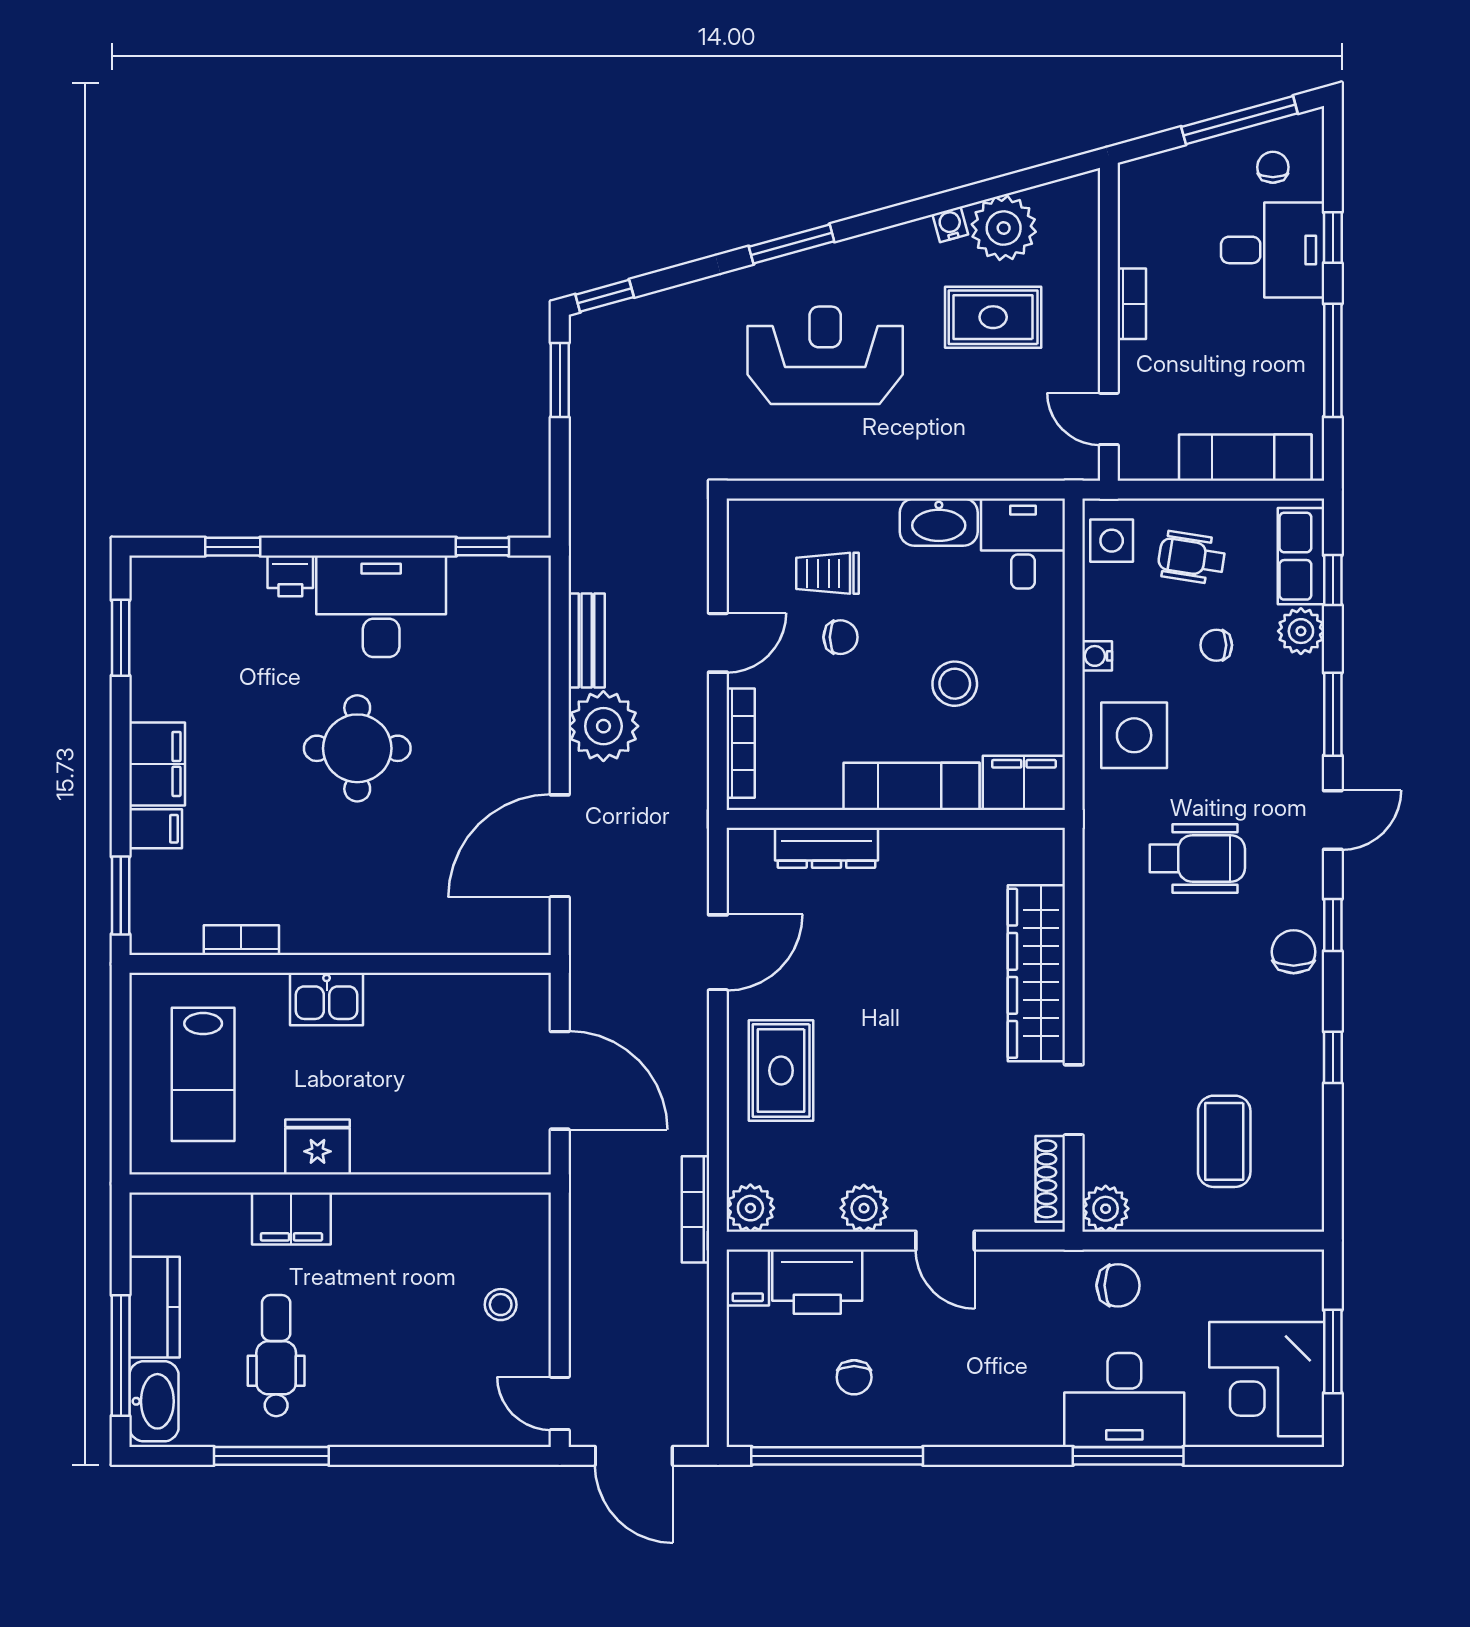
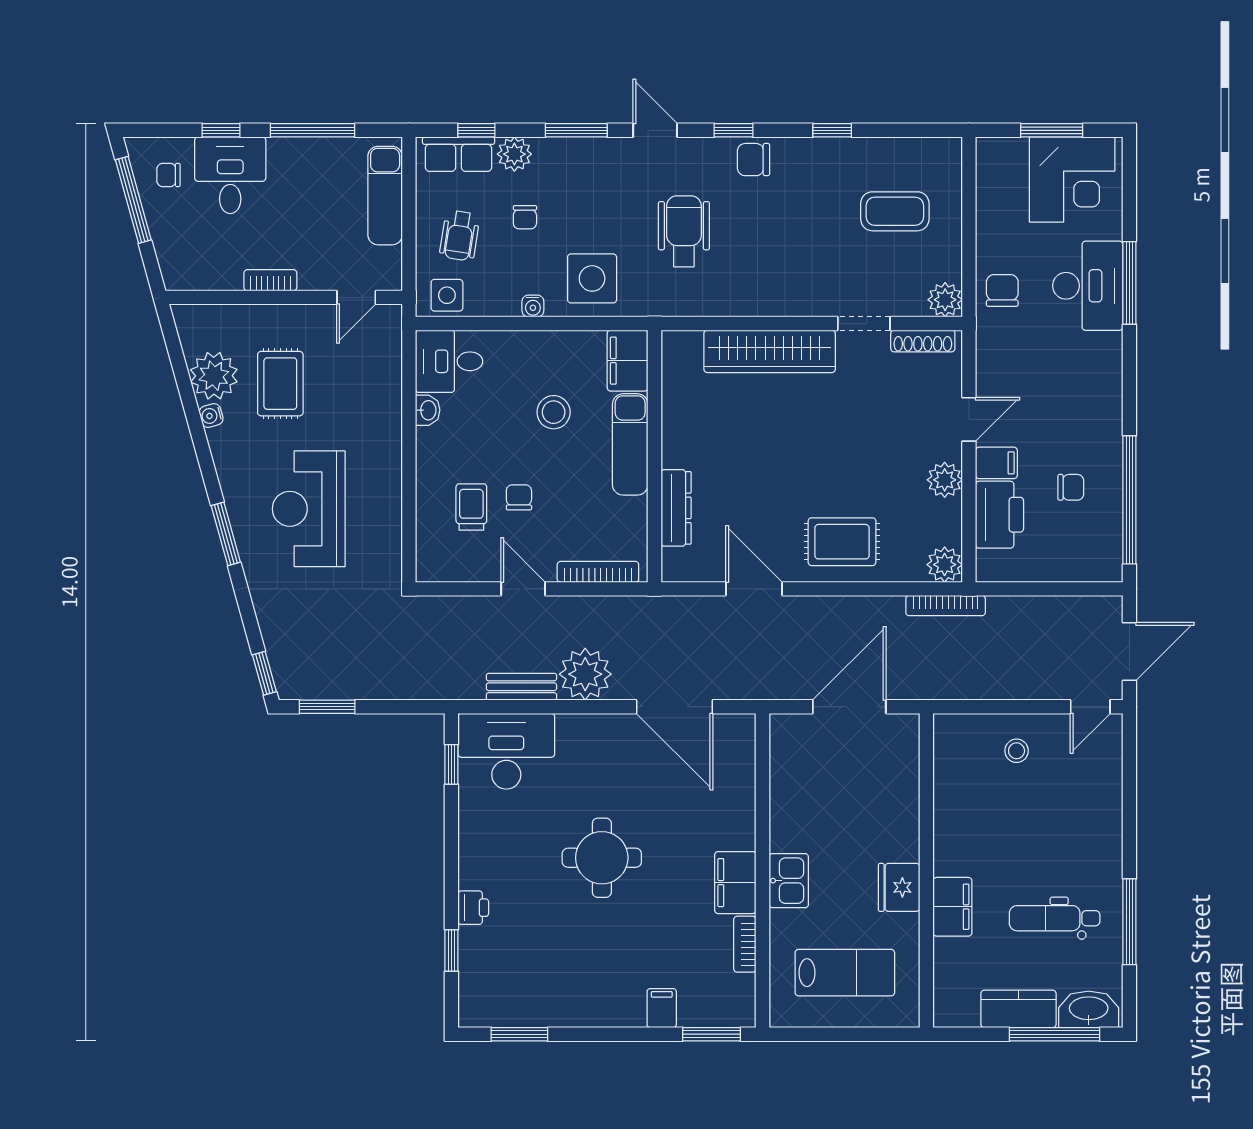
washbasin: (939, 522) -> (428, 410), width x0.52, depth x0.69
trolley: (828, 573) -> (471, 507), turned 180
desk: (381, 606) -> (506, 751), moved, turned 90
filing cabinet: (157, 764) -> (735, 883), moved, turned -90
filing cabinet: (748, 1278) -> (996, 463), moved

